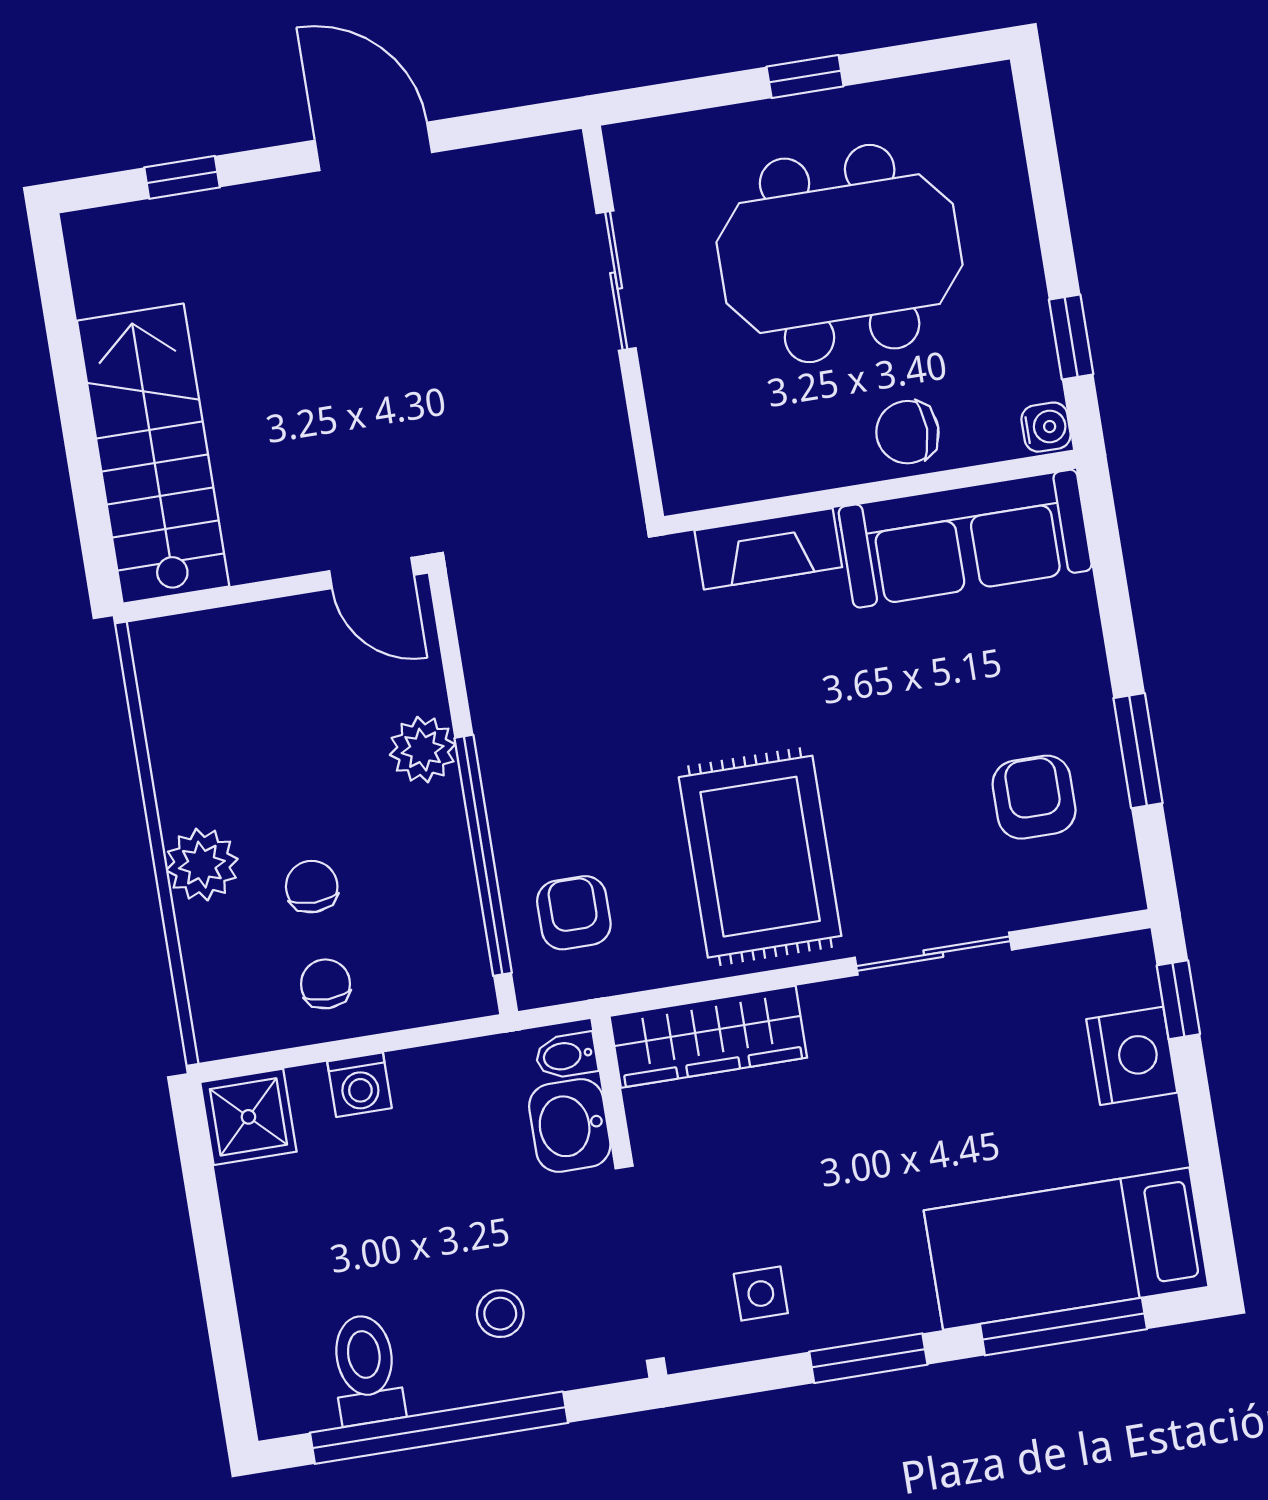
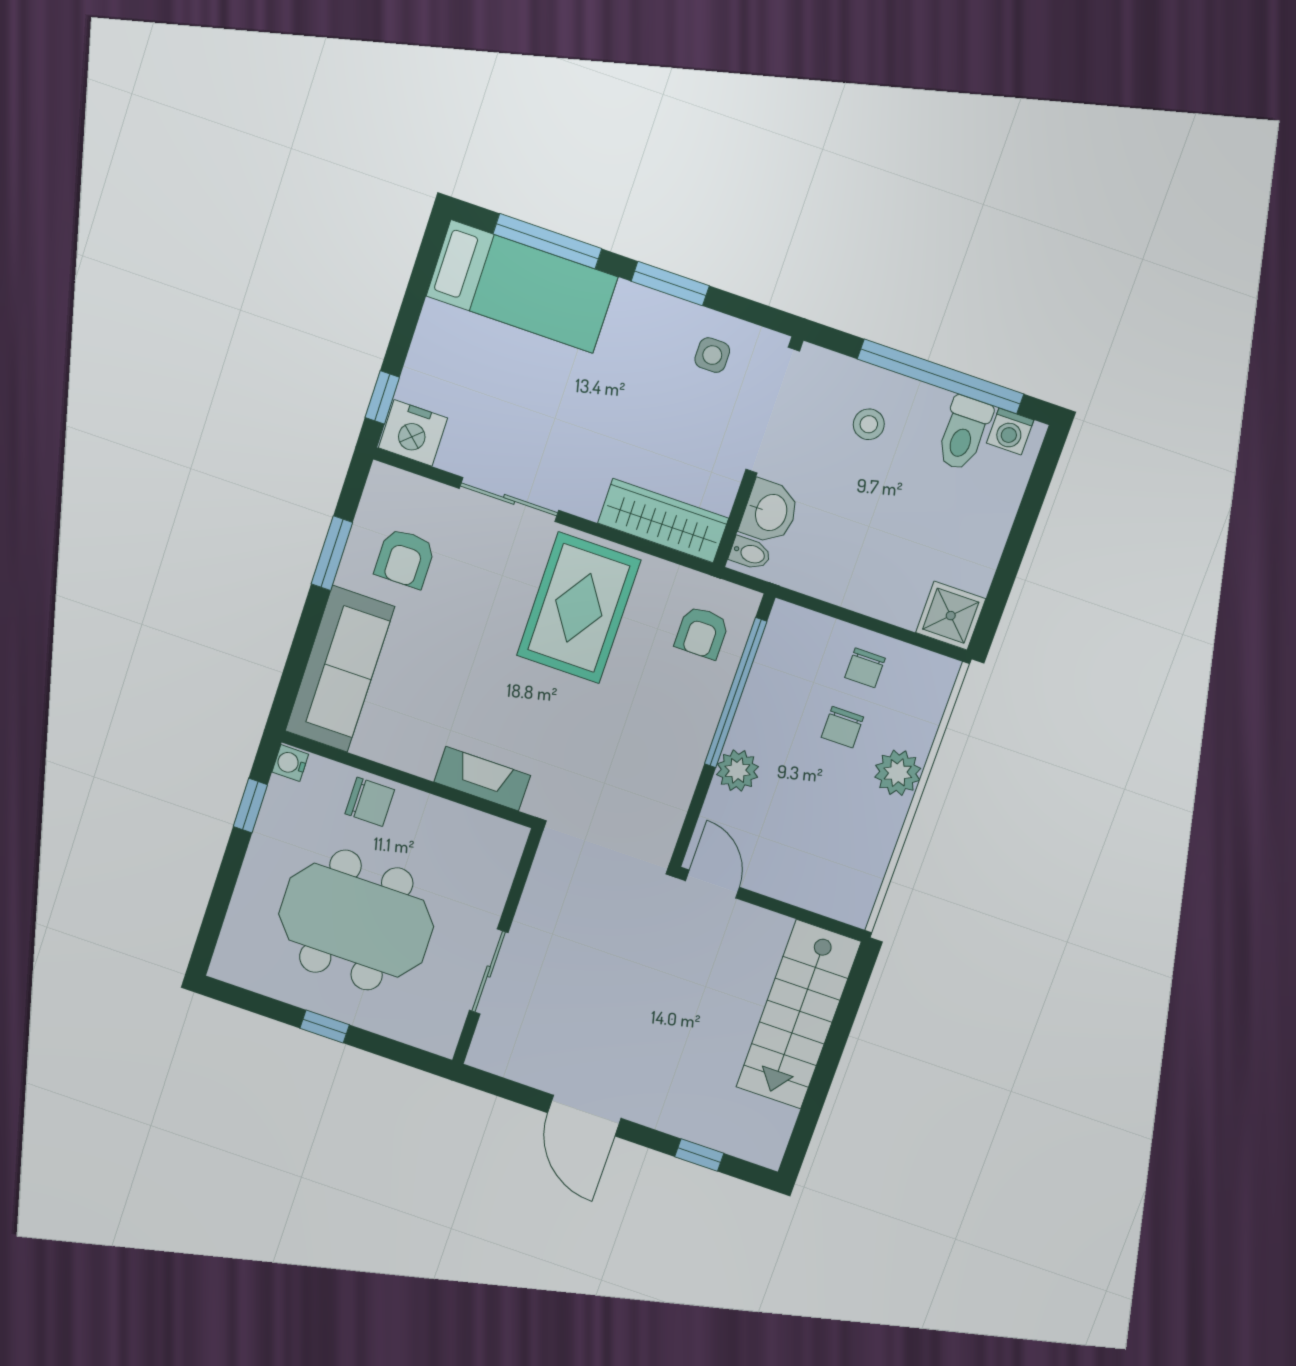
sofa: (965, 539) -> (340, 669), moved, turned 90
nightstand: (1132, 1056) -> (413, 433), moved, turned -90
washing machine: (359, 1085) -> (1010, 432), moved, turned 180

